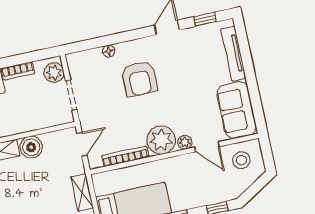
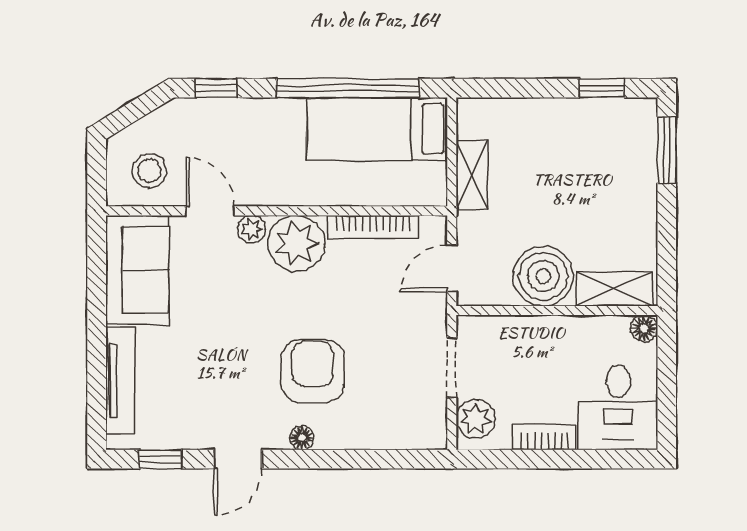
floor lamp: (109, 51) -> (302, 438), moved
boiler: (31, 147) -> (543, 276), width x1.37, depth x1.37

